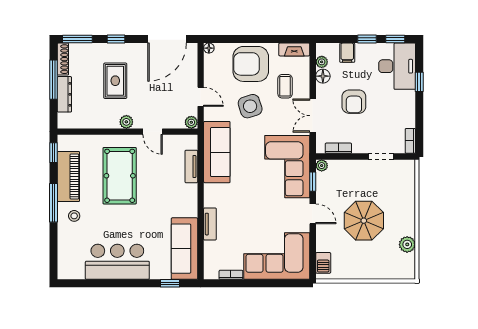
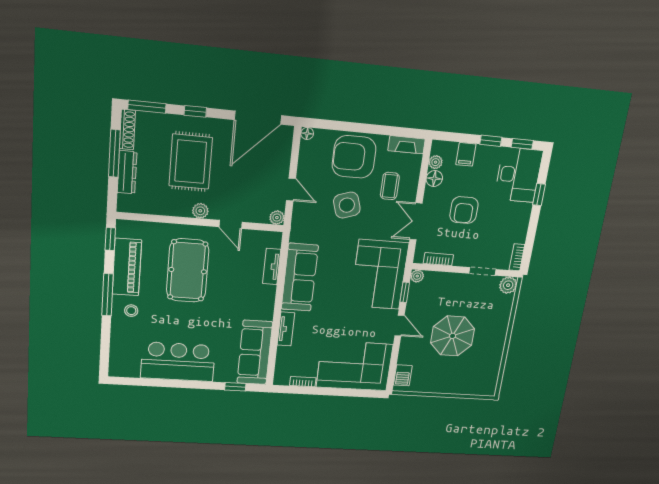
rug: (115, 81) -> (191, 162), width x1.36, depth x1.43
sofa: (217, 152) -> (300, 277), moved
plant: (407, 244) -> (508, 285), moved

